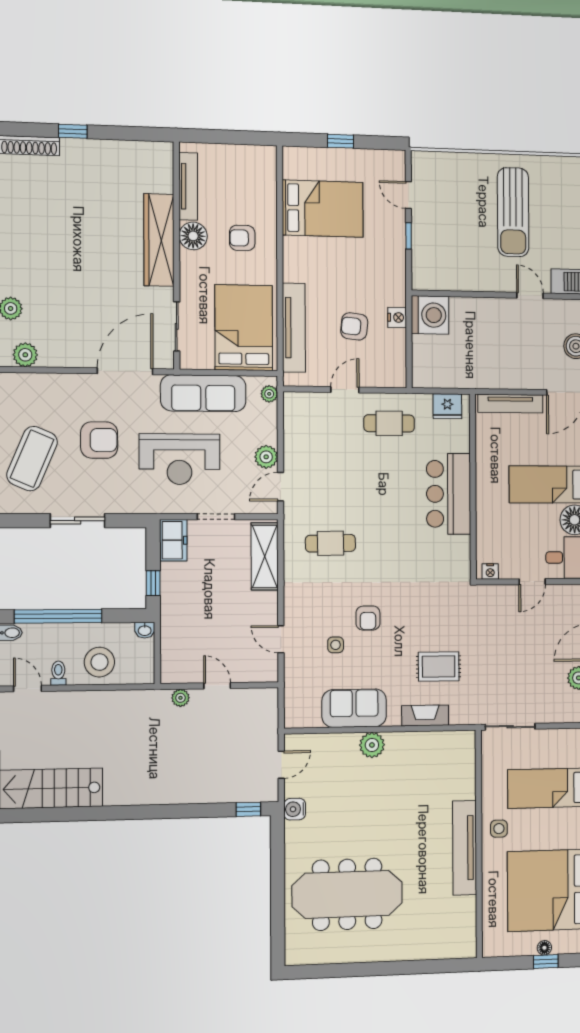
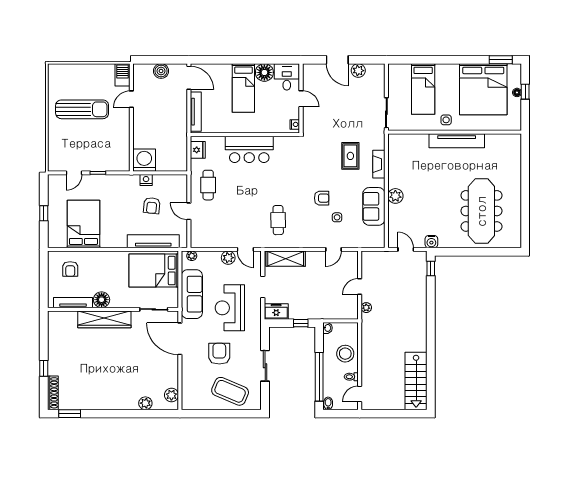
armchair: (242, 238) -> (70, 269), moved
reception desk: (179, 459) -> (230, 308), turned 180

